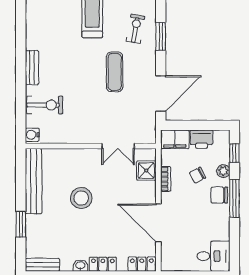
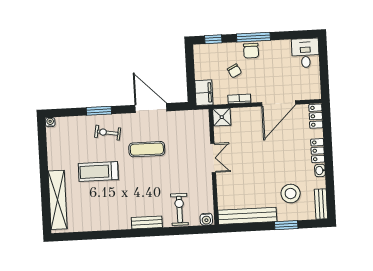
window: (161, 36) -> (99, 111), moved
door: (161, 94) -> (151, 108), moved
printer: (201, 139) -> (202, 69), removed
double door: (118, 146) -> (213, 158), moved
shower: (146, 171) -> (222, 117), moved
plant: (223, 171) -> (230, 48), removed
stool: (81, 198) -> (291, 194), moved

